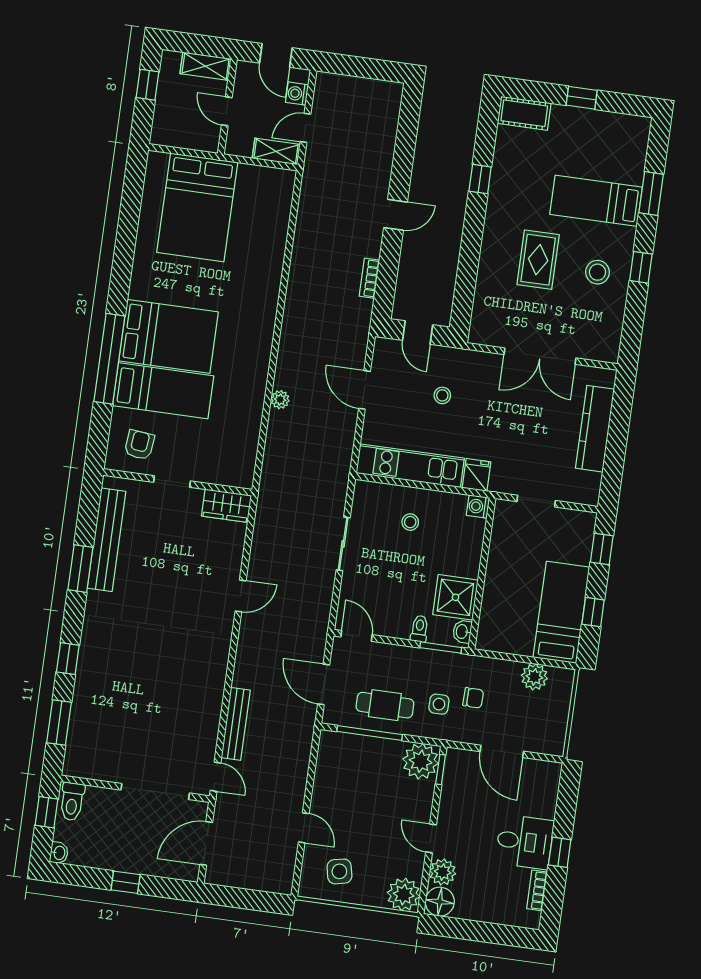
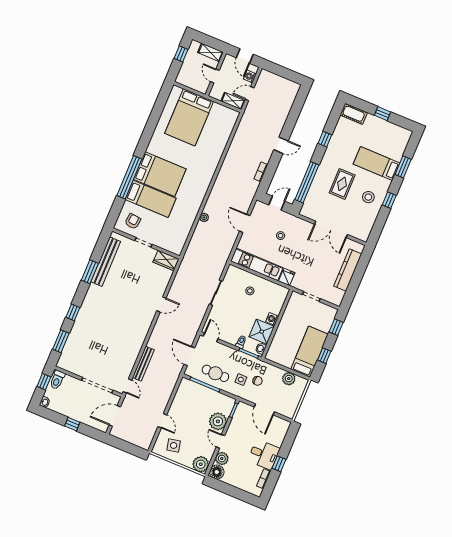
window: (467, 275) -> (307, 182), added
door: (418, 333) -> (277, 203), swing flipped
washing machine: (478, 506) -> (272, 319), moved
plant: (421, 761) -> (218, 421), moved

